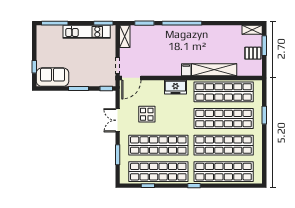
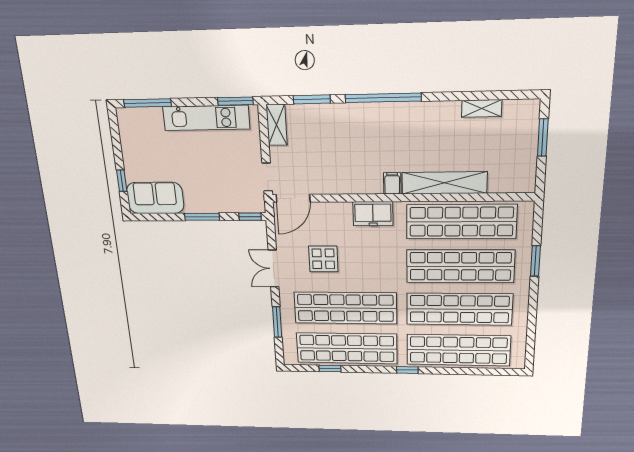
shelving: (252, 30) -> (482, 108), moved
pallet: (253, 53) -> (520, 152), removed

